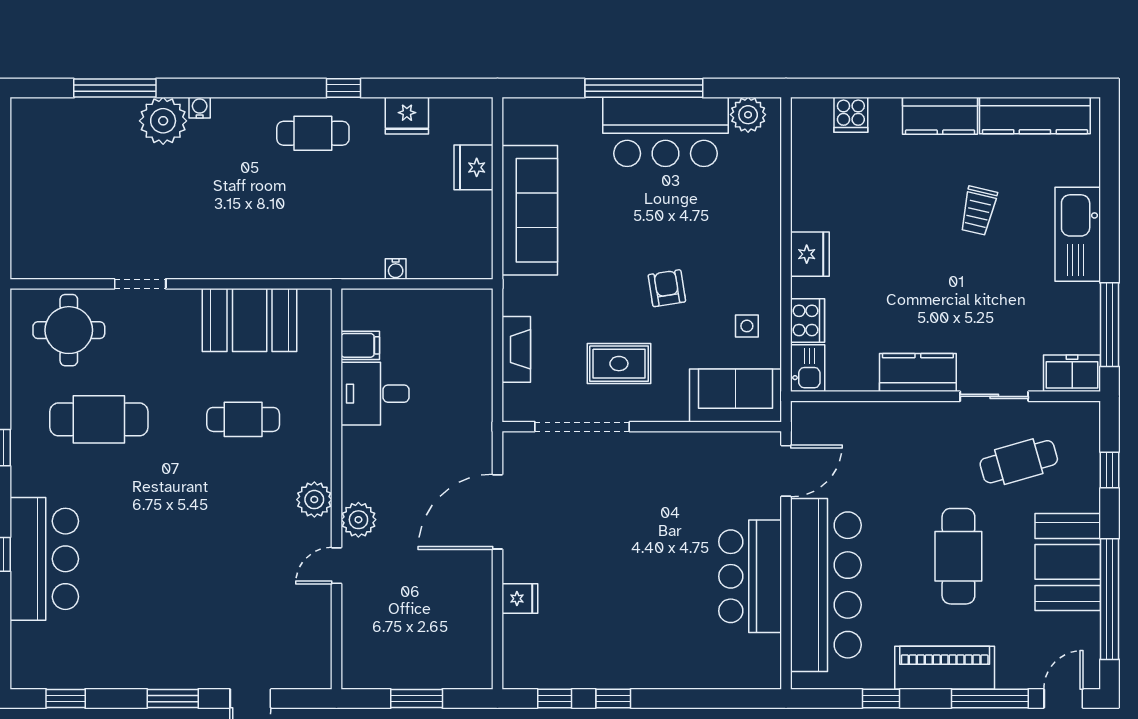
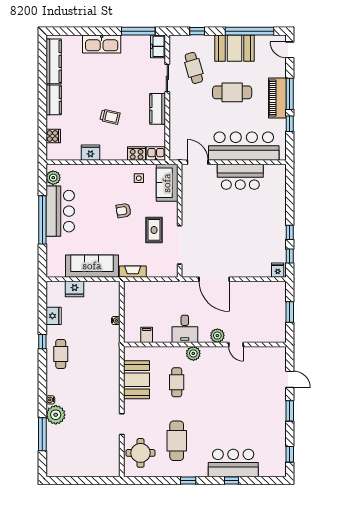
trolley: (978, 211) -> (110, 117), moved
fridge: (810, 254) -> (90, 153), moved
fireplace: (516, 349) -> (133, 272), moved
desk: (375, 394) -> (185, 329), moved
plant: (314, 500) -> (193, 353), moved
fridge: (520, 599) -> (278, 270), moved
window: (990, 698) -> (290, 94), moved

